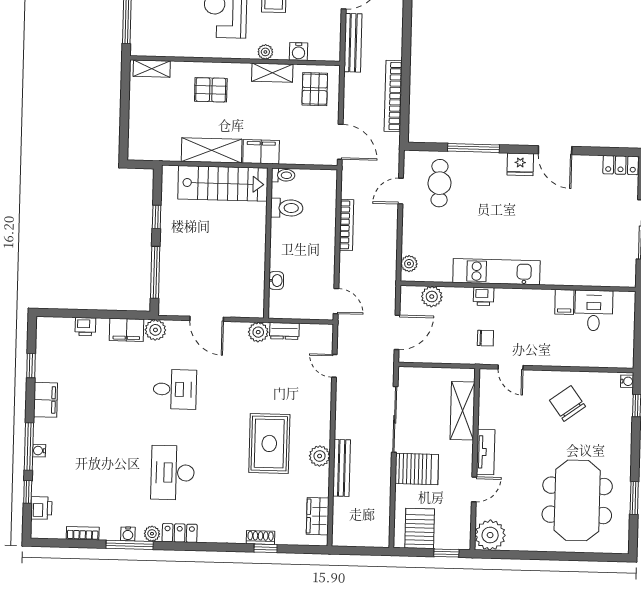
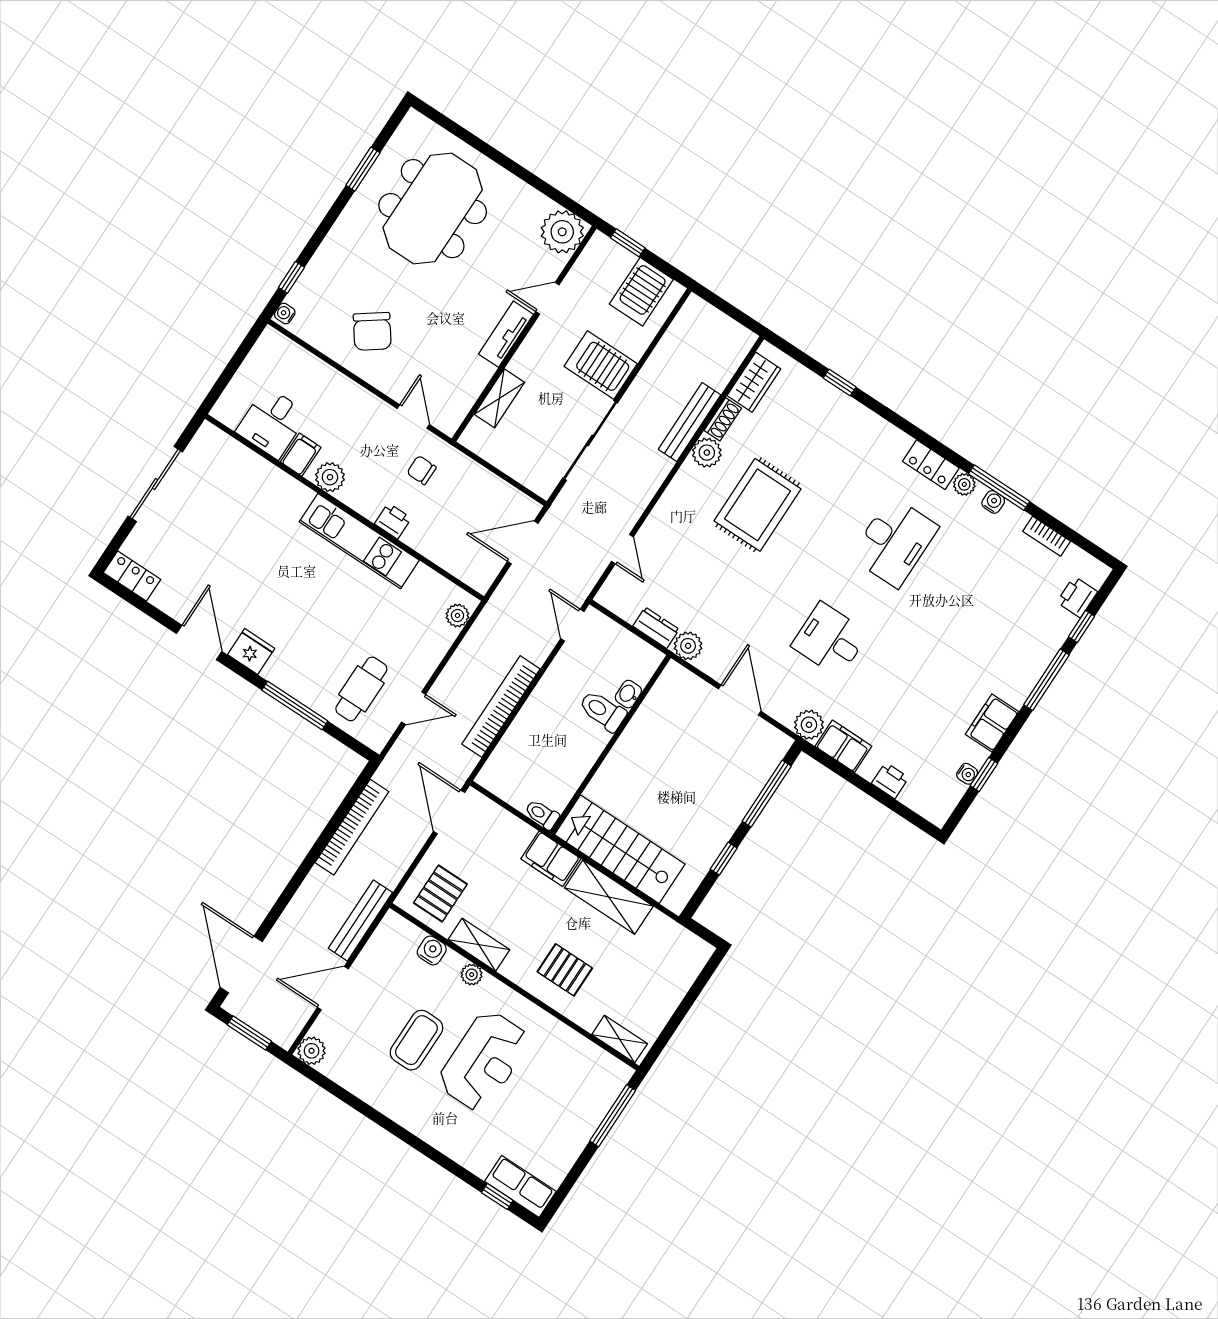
toilet: (287, 208) -> (603, 711), moved
bookcase: (346, 225) -> (501, 707), width x1.48, depth x1.31
plant: (432, 297) -> (330, 477), moved
shelving: (463, 411) -> (499, 398), width x0.67, depth x0.75
water cooler: (39, 451) -> (967, 774), moved
shoe rack: (260, 537) -> (723, 419), moved, turned -90

